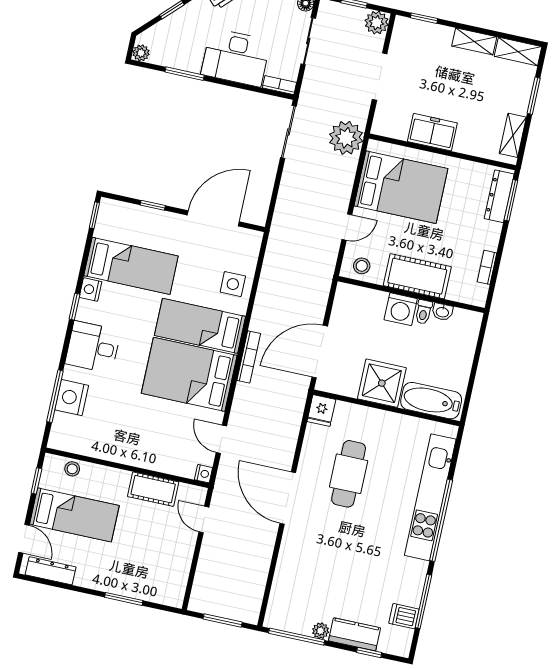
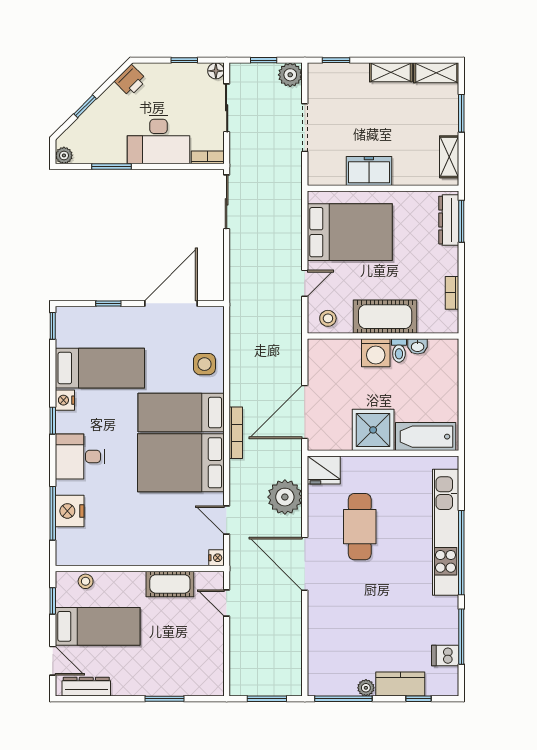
plant: (346, 138) -> (285, 497), moved
fridge: (321, 411) -> (324, 470), width x1.38

